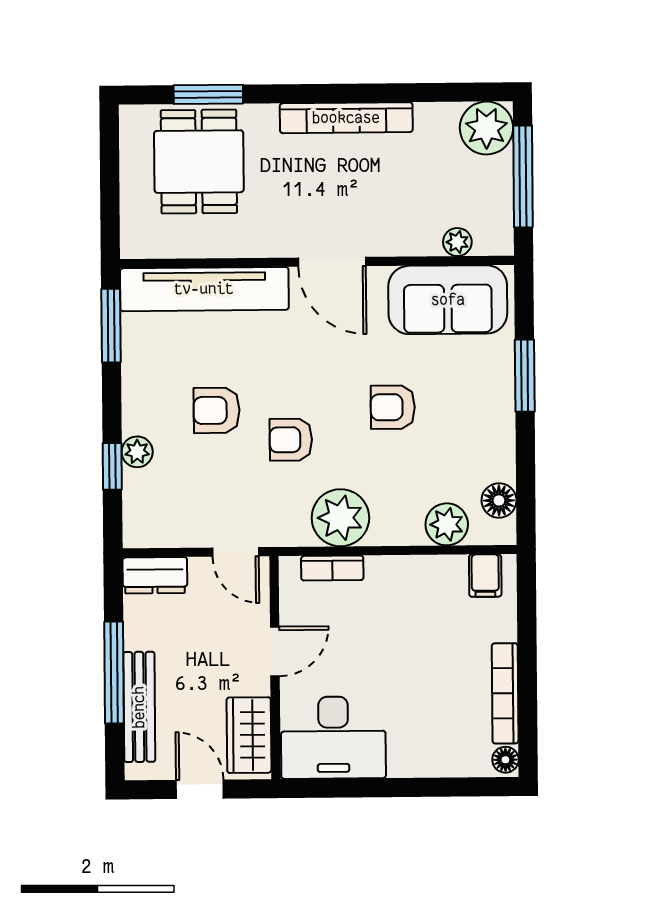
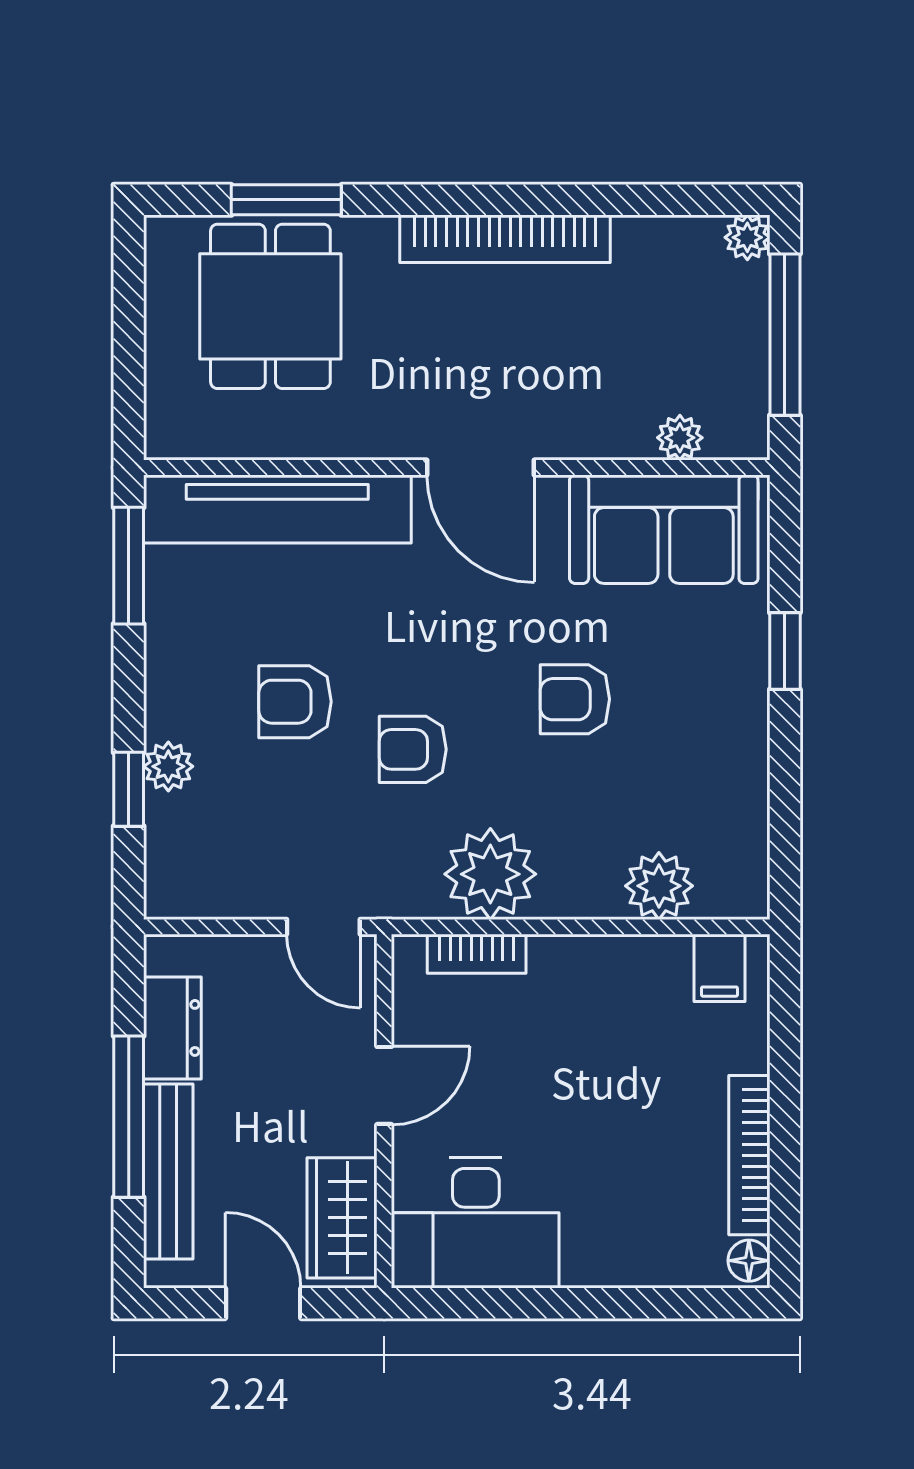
plant: (486, 128) -> (747, 237), width x0.53, depth x0.53
window: (525, 376) -> (785, 651), width x0.67
floor lamp: (499, 500) -> (742, 849), removed
dresser: (155, 575) -> (172, 1028), moved, turned -90

